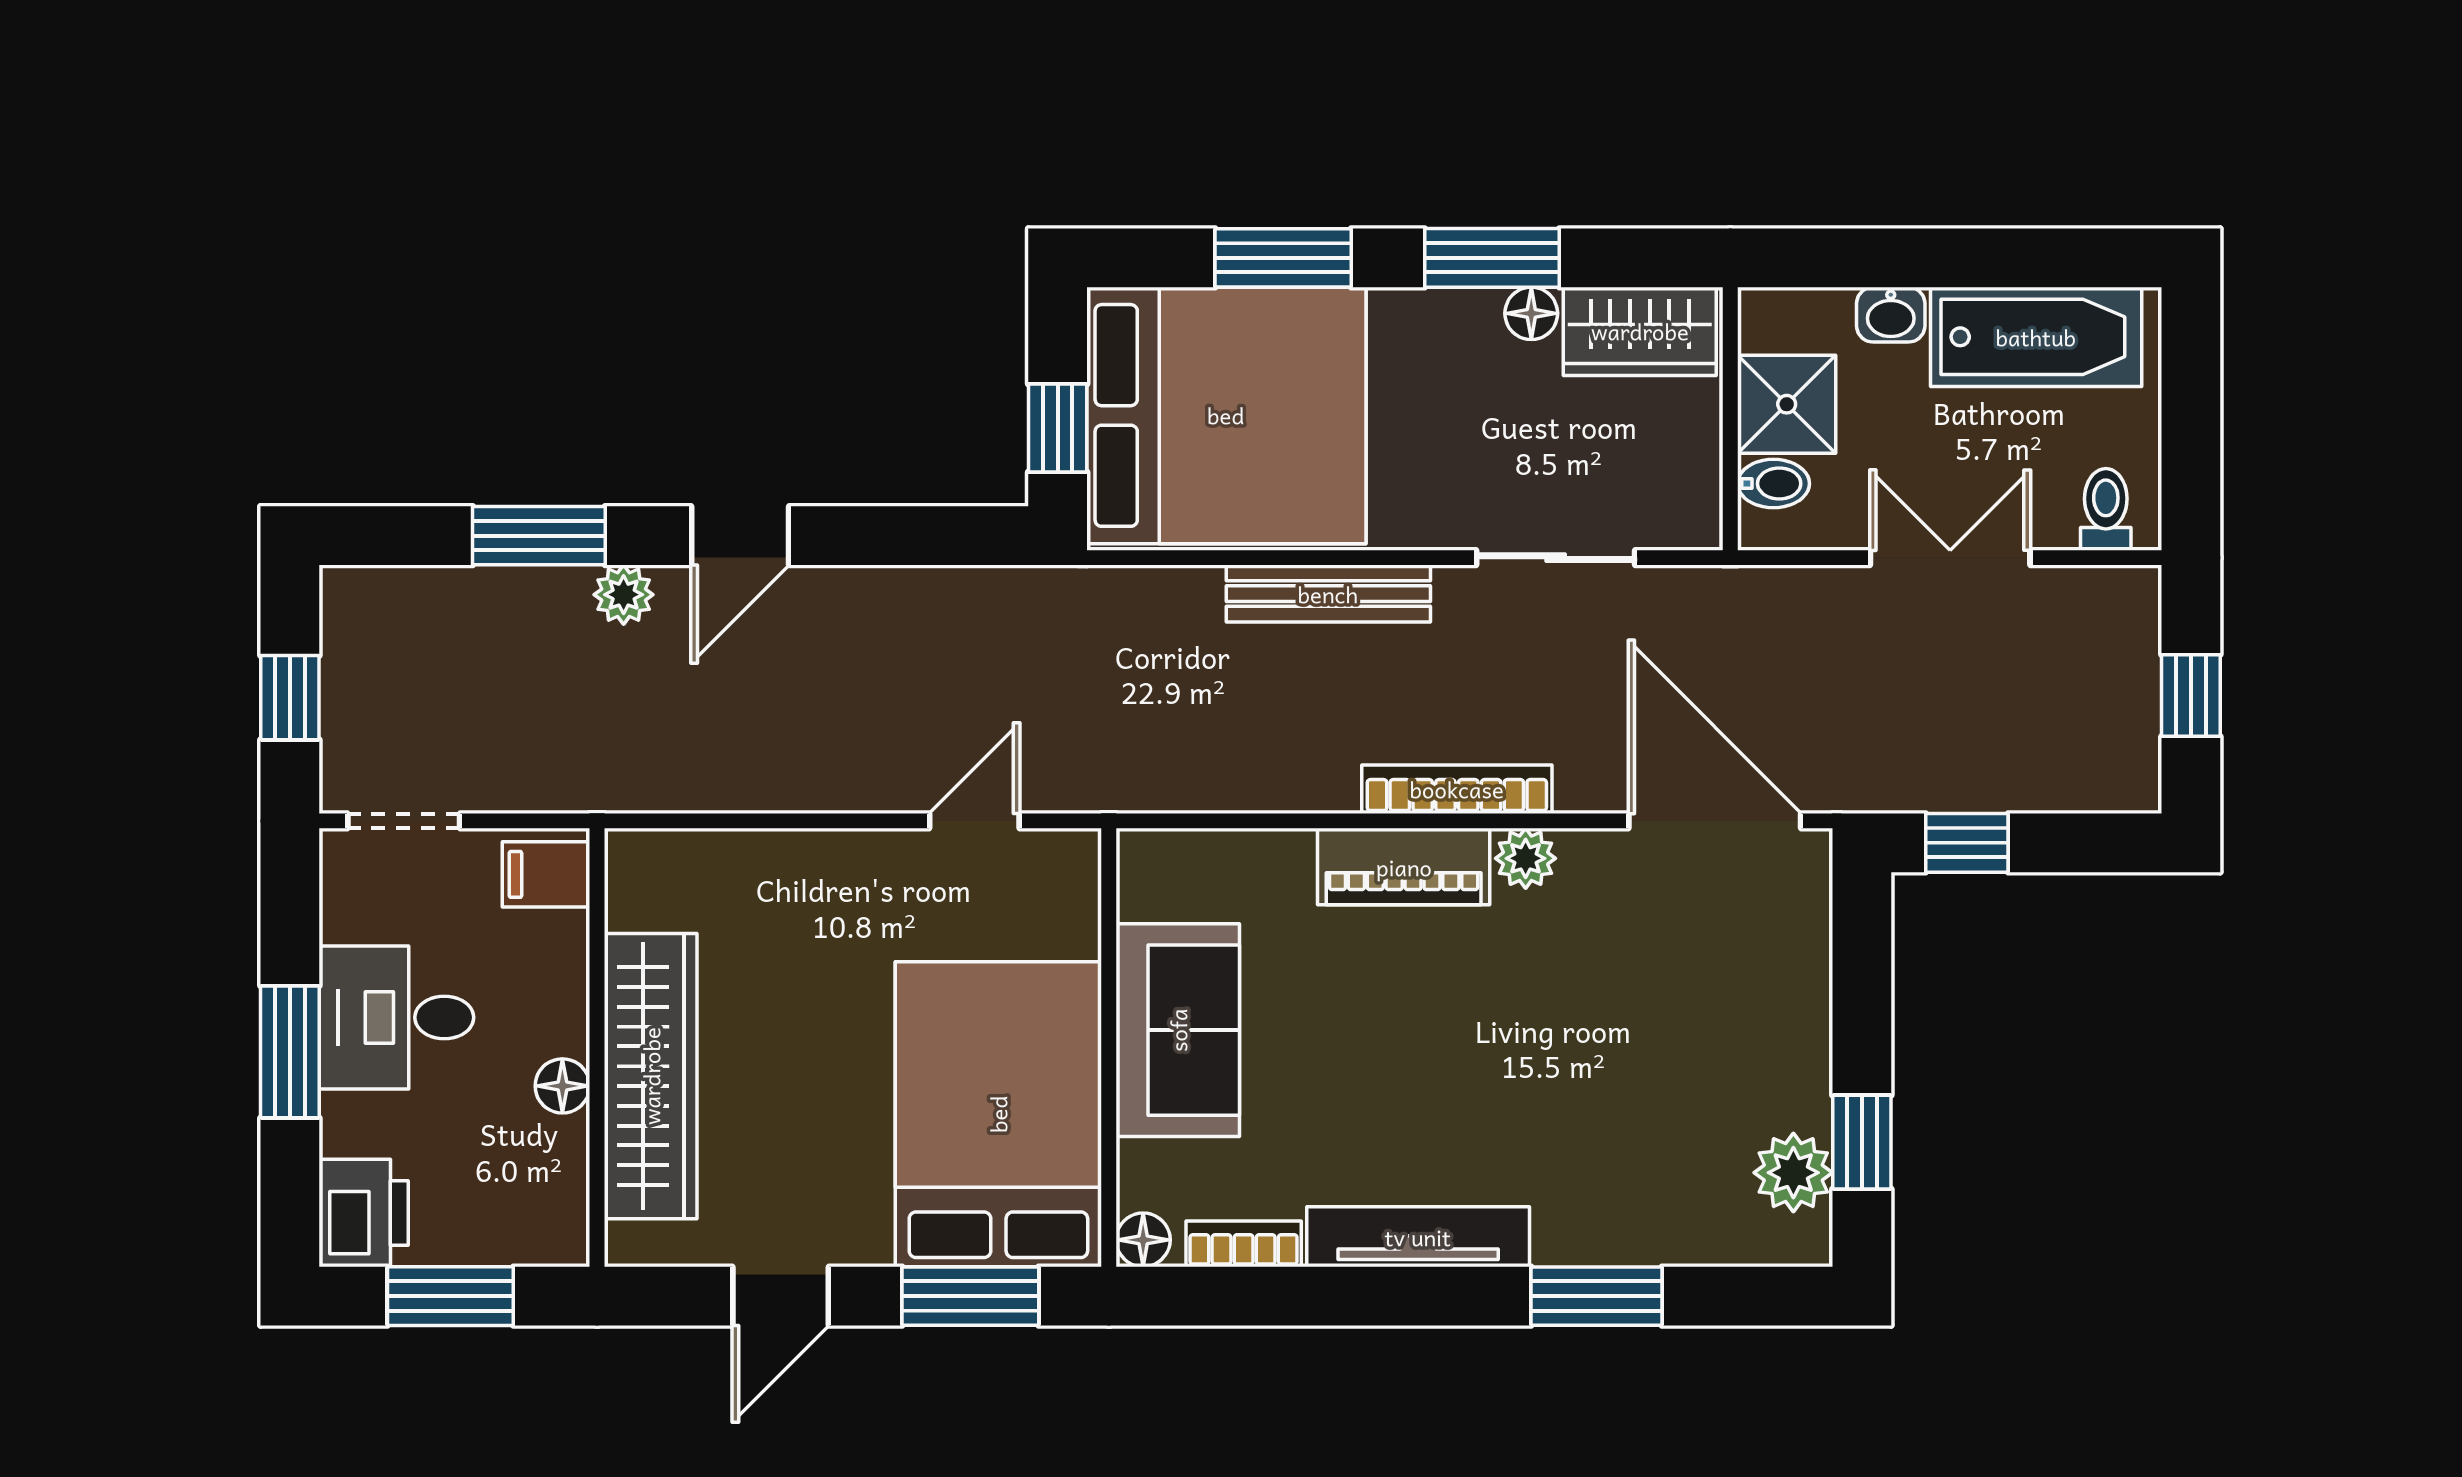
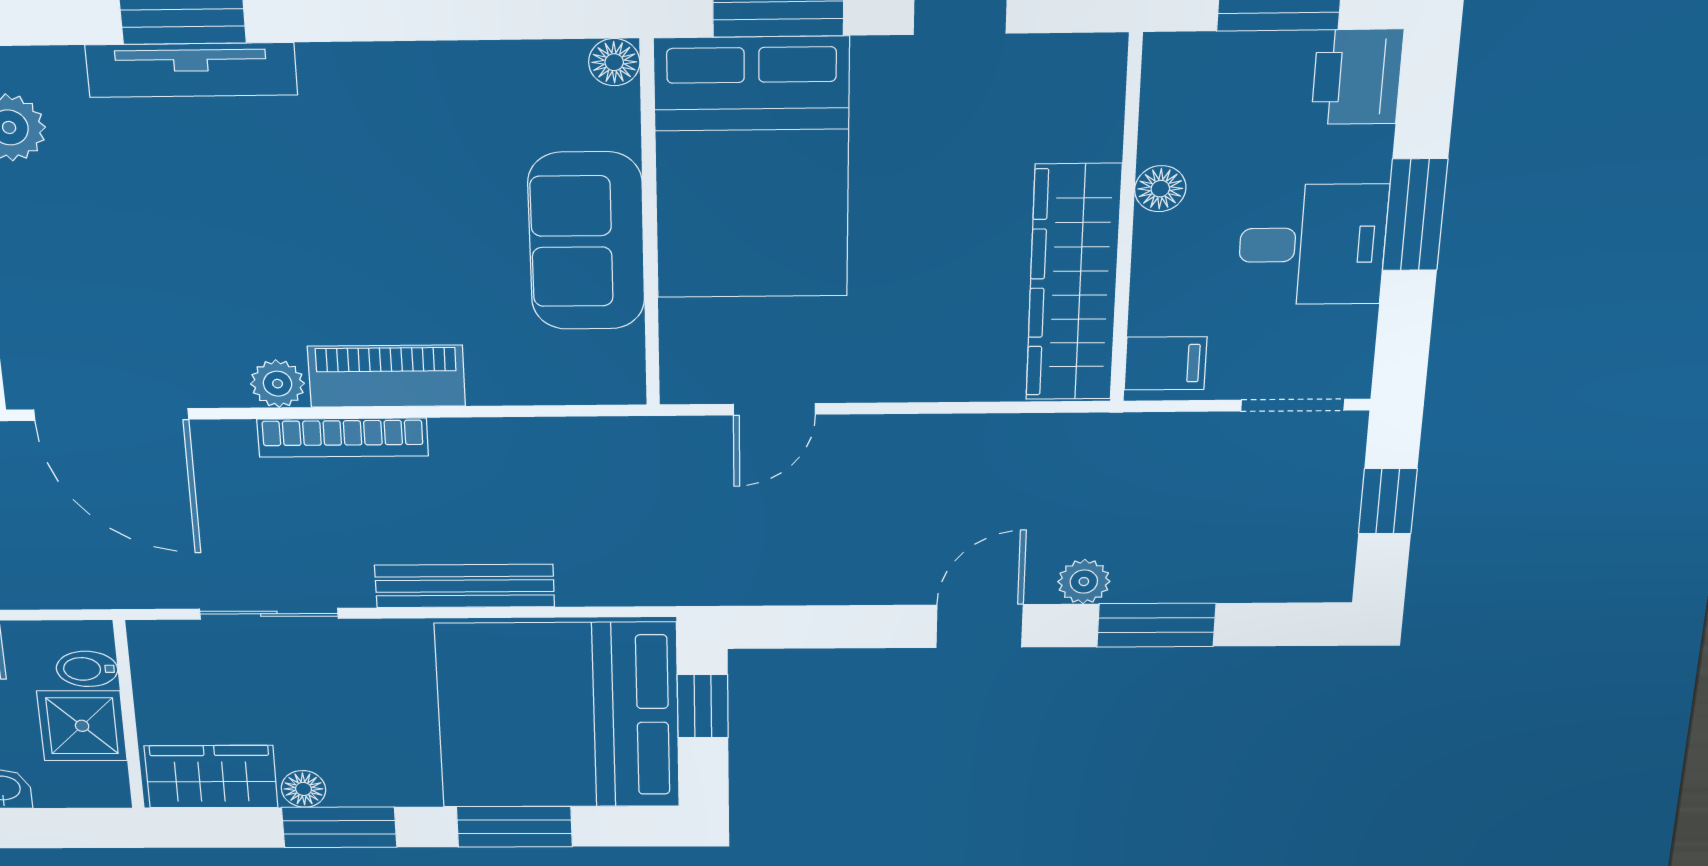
wardrobe: (651, 1076) -> (1073, 283), moved
tv unit: (1418, 1237) -> (191, 70), moved
bookcase: (1244, 1244) -> (519, 60), removed

